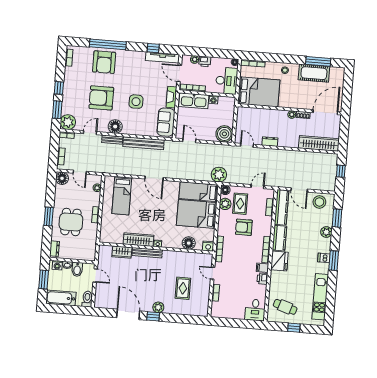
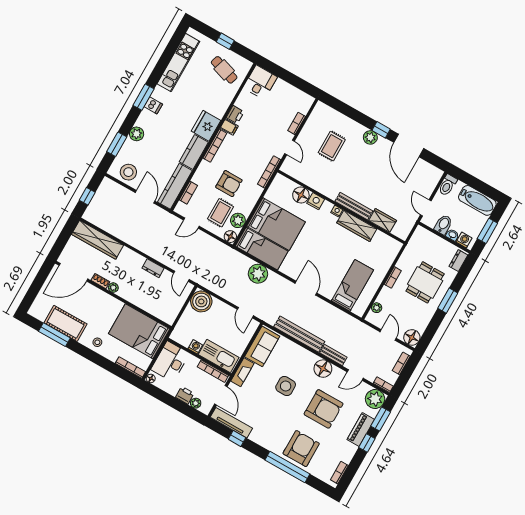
piano: (68, 96) -> (361, 429), added
plant: (219, 175) -> (258, 274), moved
nightstand: (208, 246) -> (316, 201), moved

